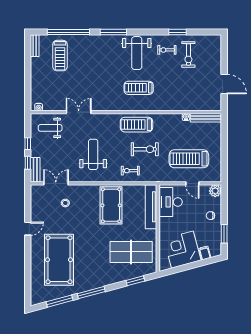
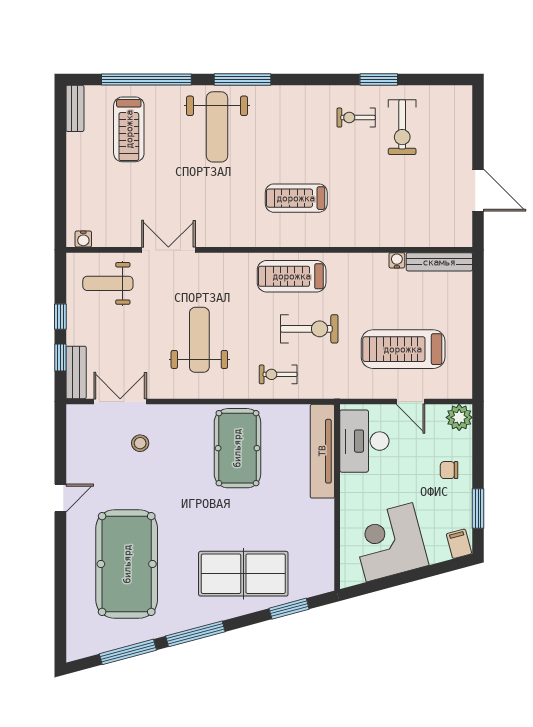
weight bench: (137, 53) -> (217, 127), moved
table tennis table: (131, 252) -> (243, 574), moved
filing cabinet: (205, 253) -> (459, 544), moved

